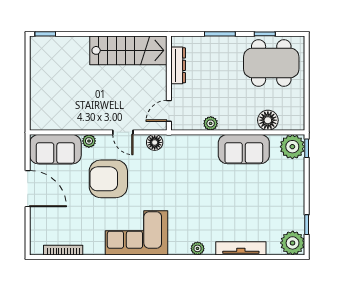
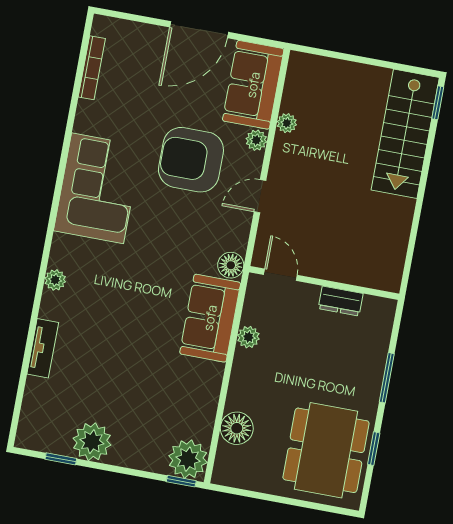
stairs: (128, 50) -> (405, 134), moved
dresser: (178, 65) -> (341, 301), width x0.70
plant: (75, 124) -> (287, 123), added
floor lamp: (155, 142) -> (231, 265), moved
sofa: (244, 149) -> (210, 318), moved
armchair: (108, 179) -> (191, 160), turned -90
plant: (293, 243) -> (92, 442), moved
tv unit: (241, 248) -> (43, 348), width x0.71

